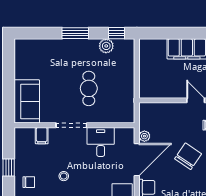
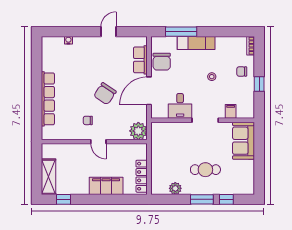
window: (117, 33) -> (226, 199), moved
locker: (145, 60) -> (142, 176), added
cafe table: (89, 88) -> (205, 170), moved, turned 90
plant: (144, 136) -> (138, 131), moved, width x1.88, depth x1.88

